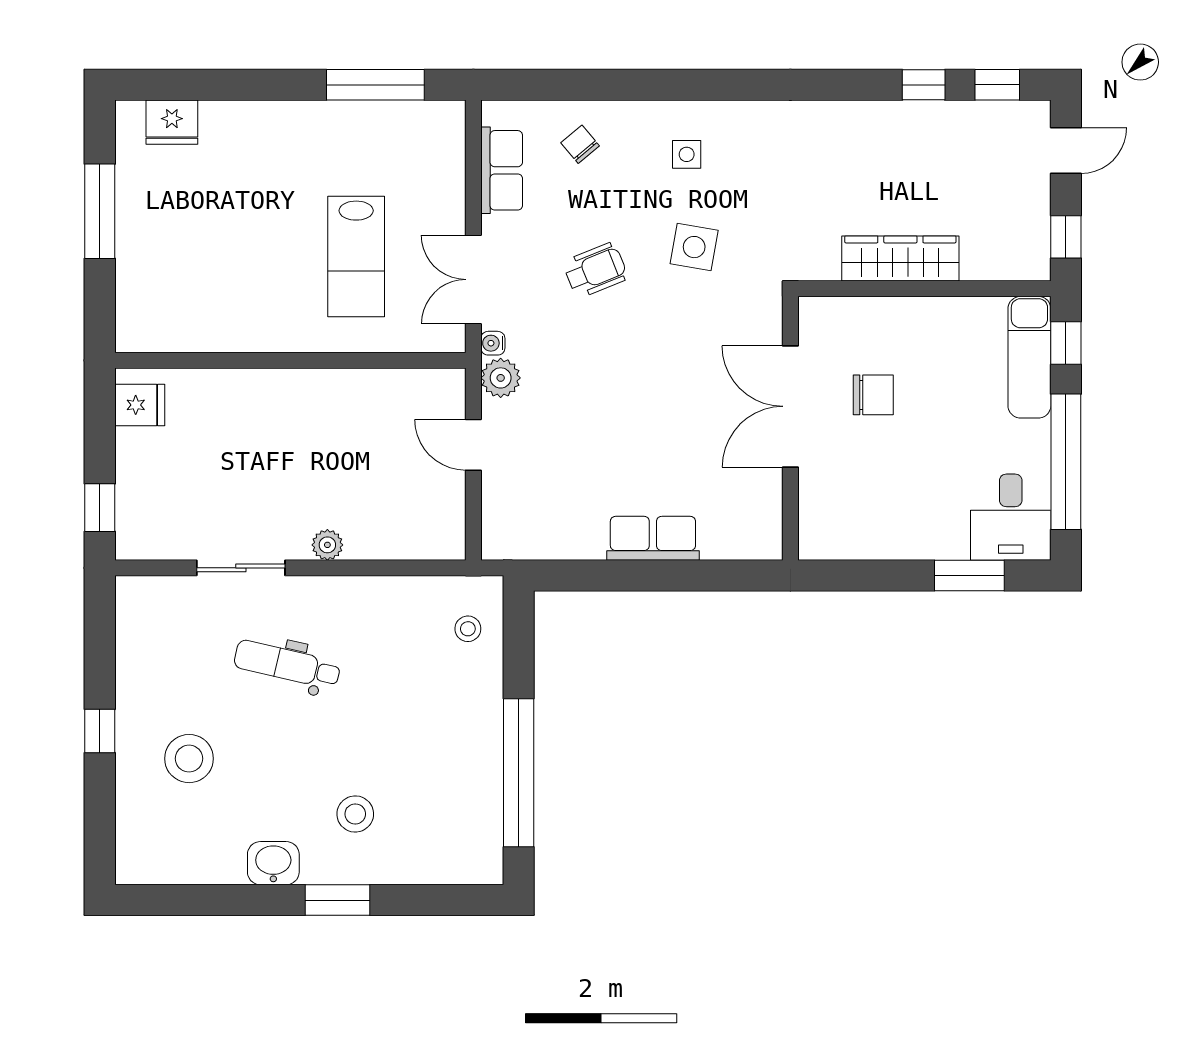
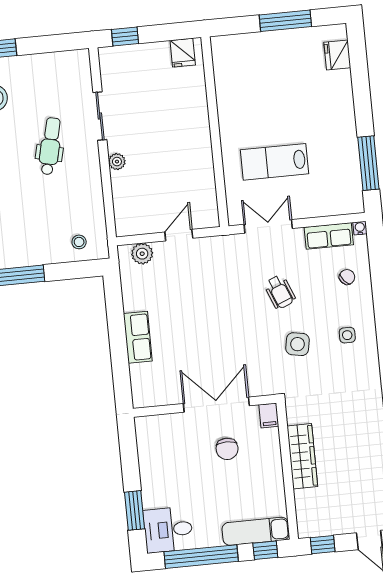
filing cabinet: (820, 312) -> (269, 415), added
water cooler: (493, 343) -> (360, 228), moved
plant: (501, 378) -> (142, 254), moved

